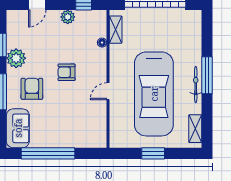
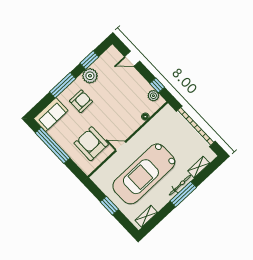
plant: (68, 17) -> (153, 96), moved
shelving: (116, 30) -> (199, 167), moved
armchair: (67, 72) -> (91, 144), moved, width x1.88, depth x1.88
bicycle: (196, 85) -> (180, 185), moved

